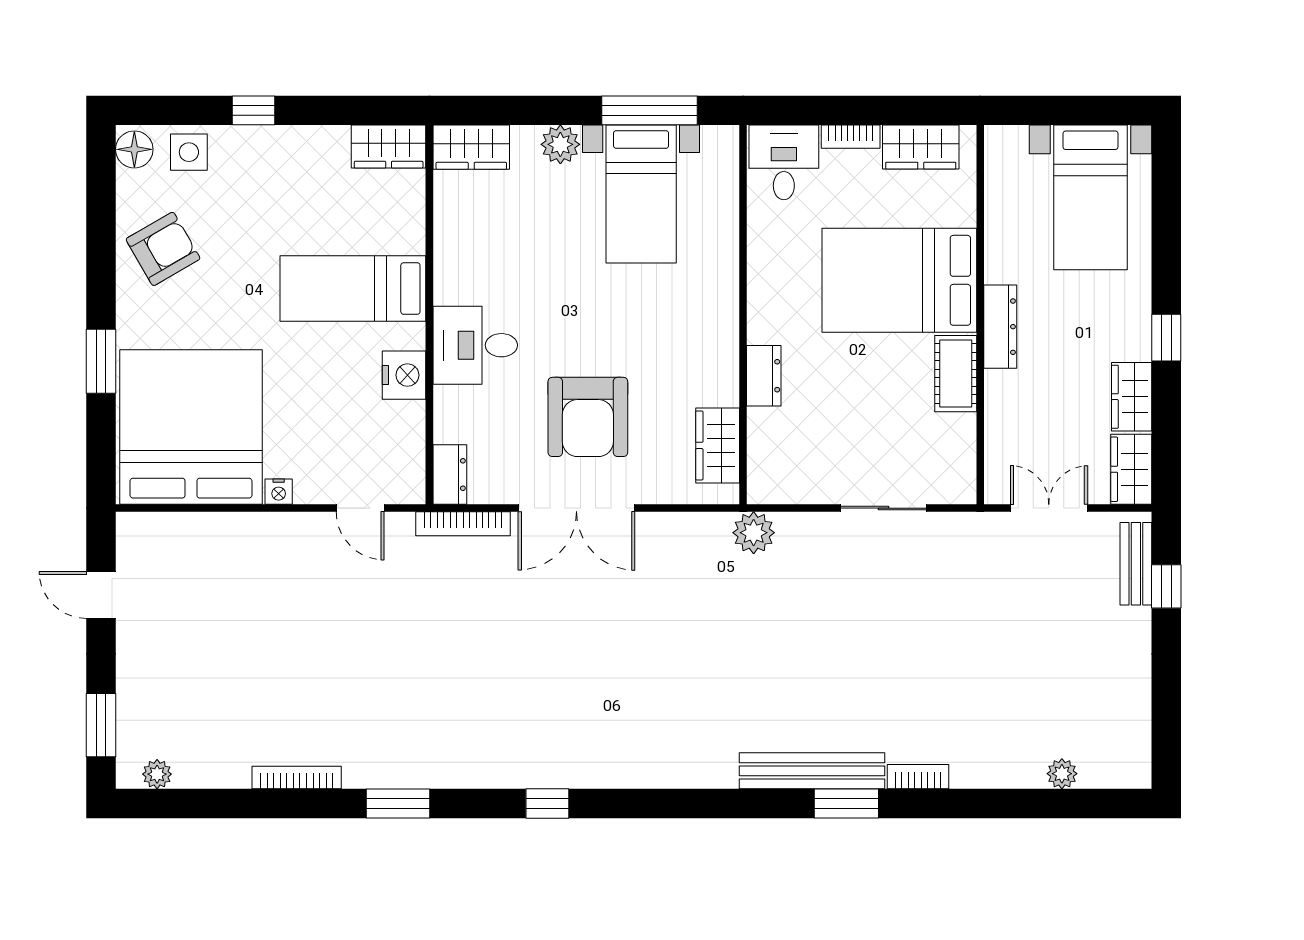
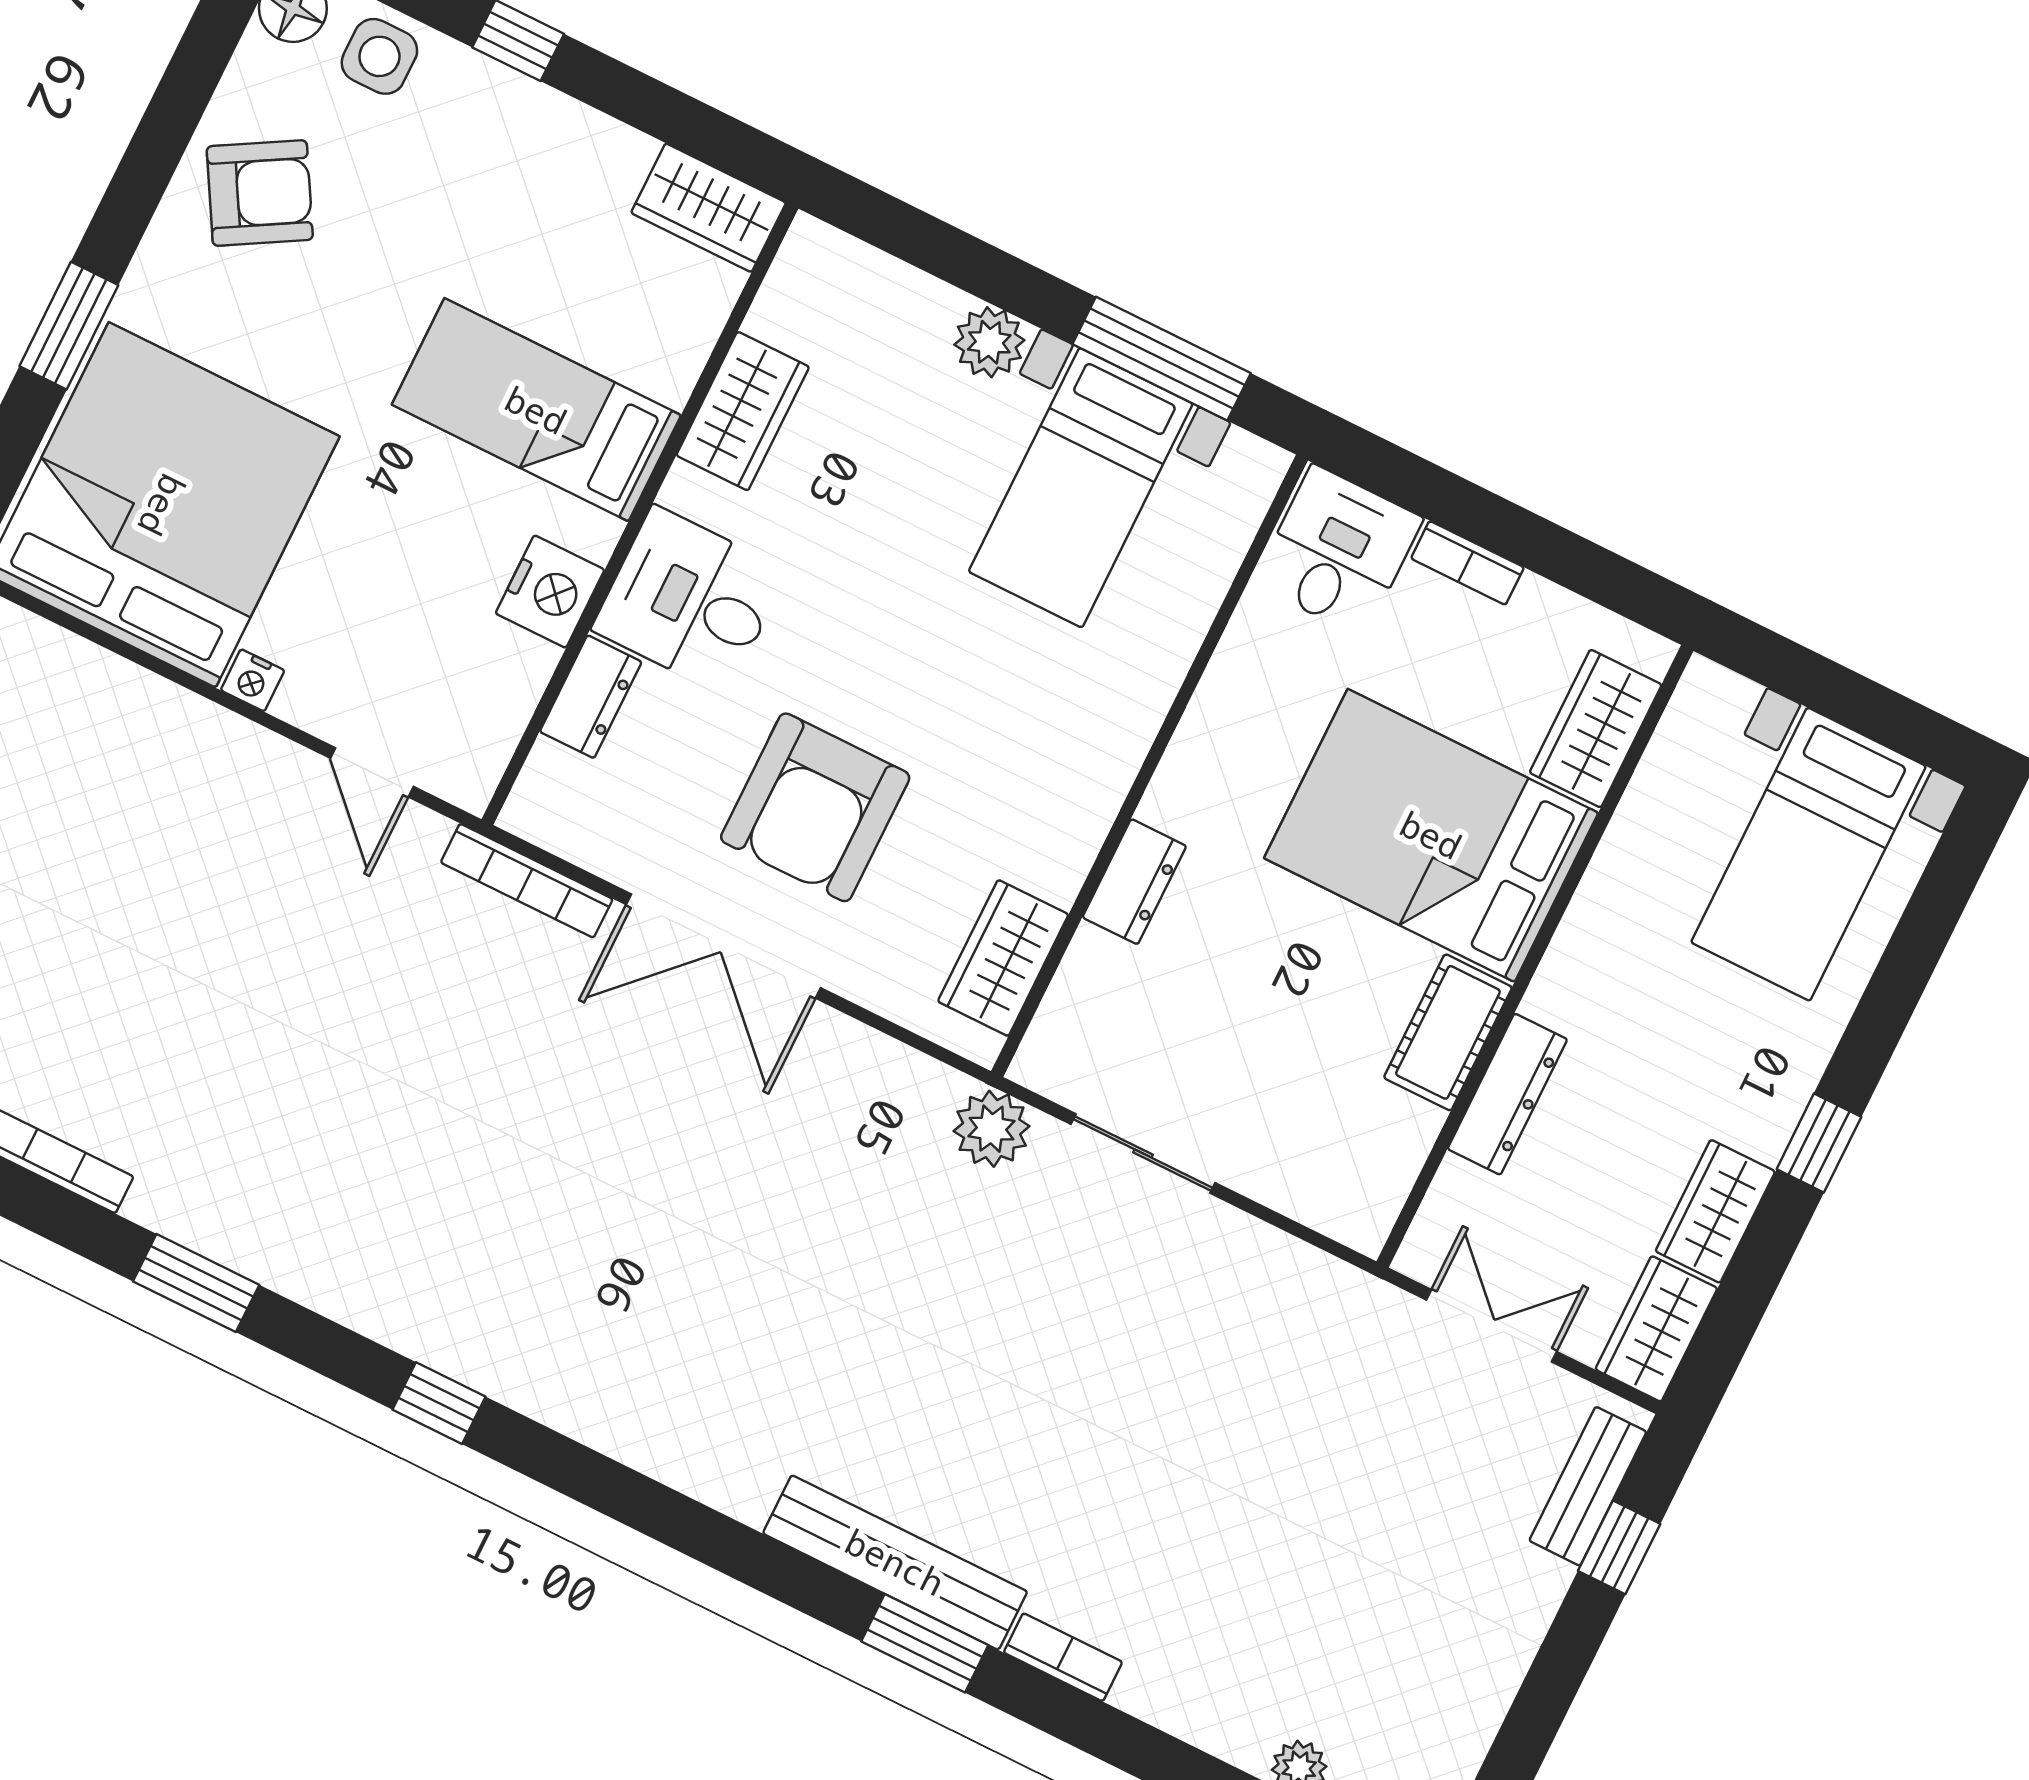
wardrobe: (471, 147) -> (743, 411), moved, turned -90
wardrobe: (921, 147) -> (1596, 729), moved, turned 90
dresser: (1000, 327) -> (1507, 1094), moved
dresser: (450, 475) -> (591, 697), moved
sliding door: (884, 508) -> (1143, 1153), moved

